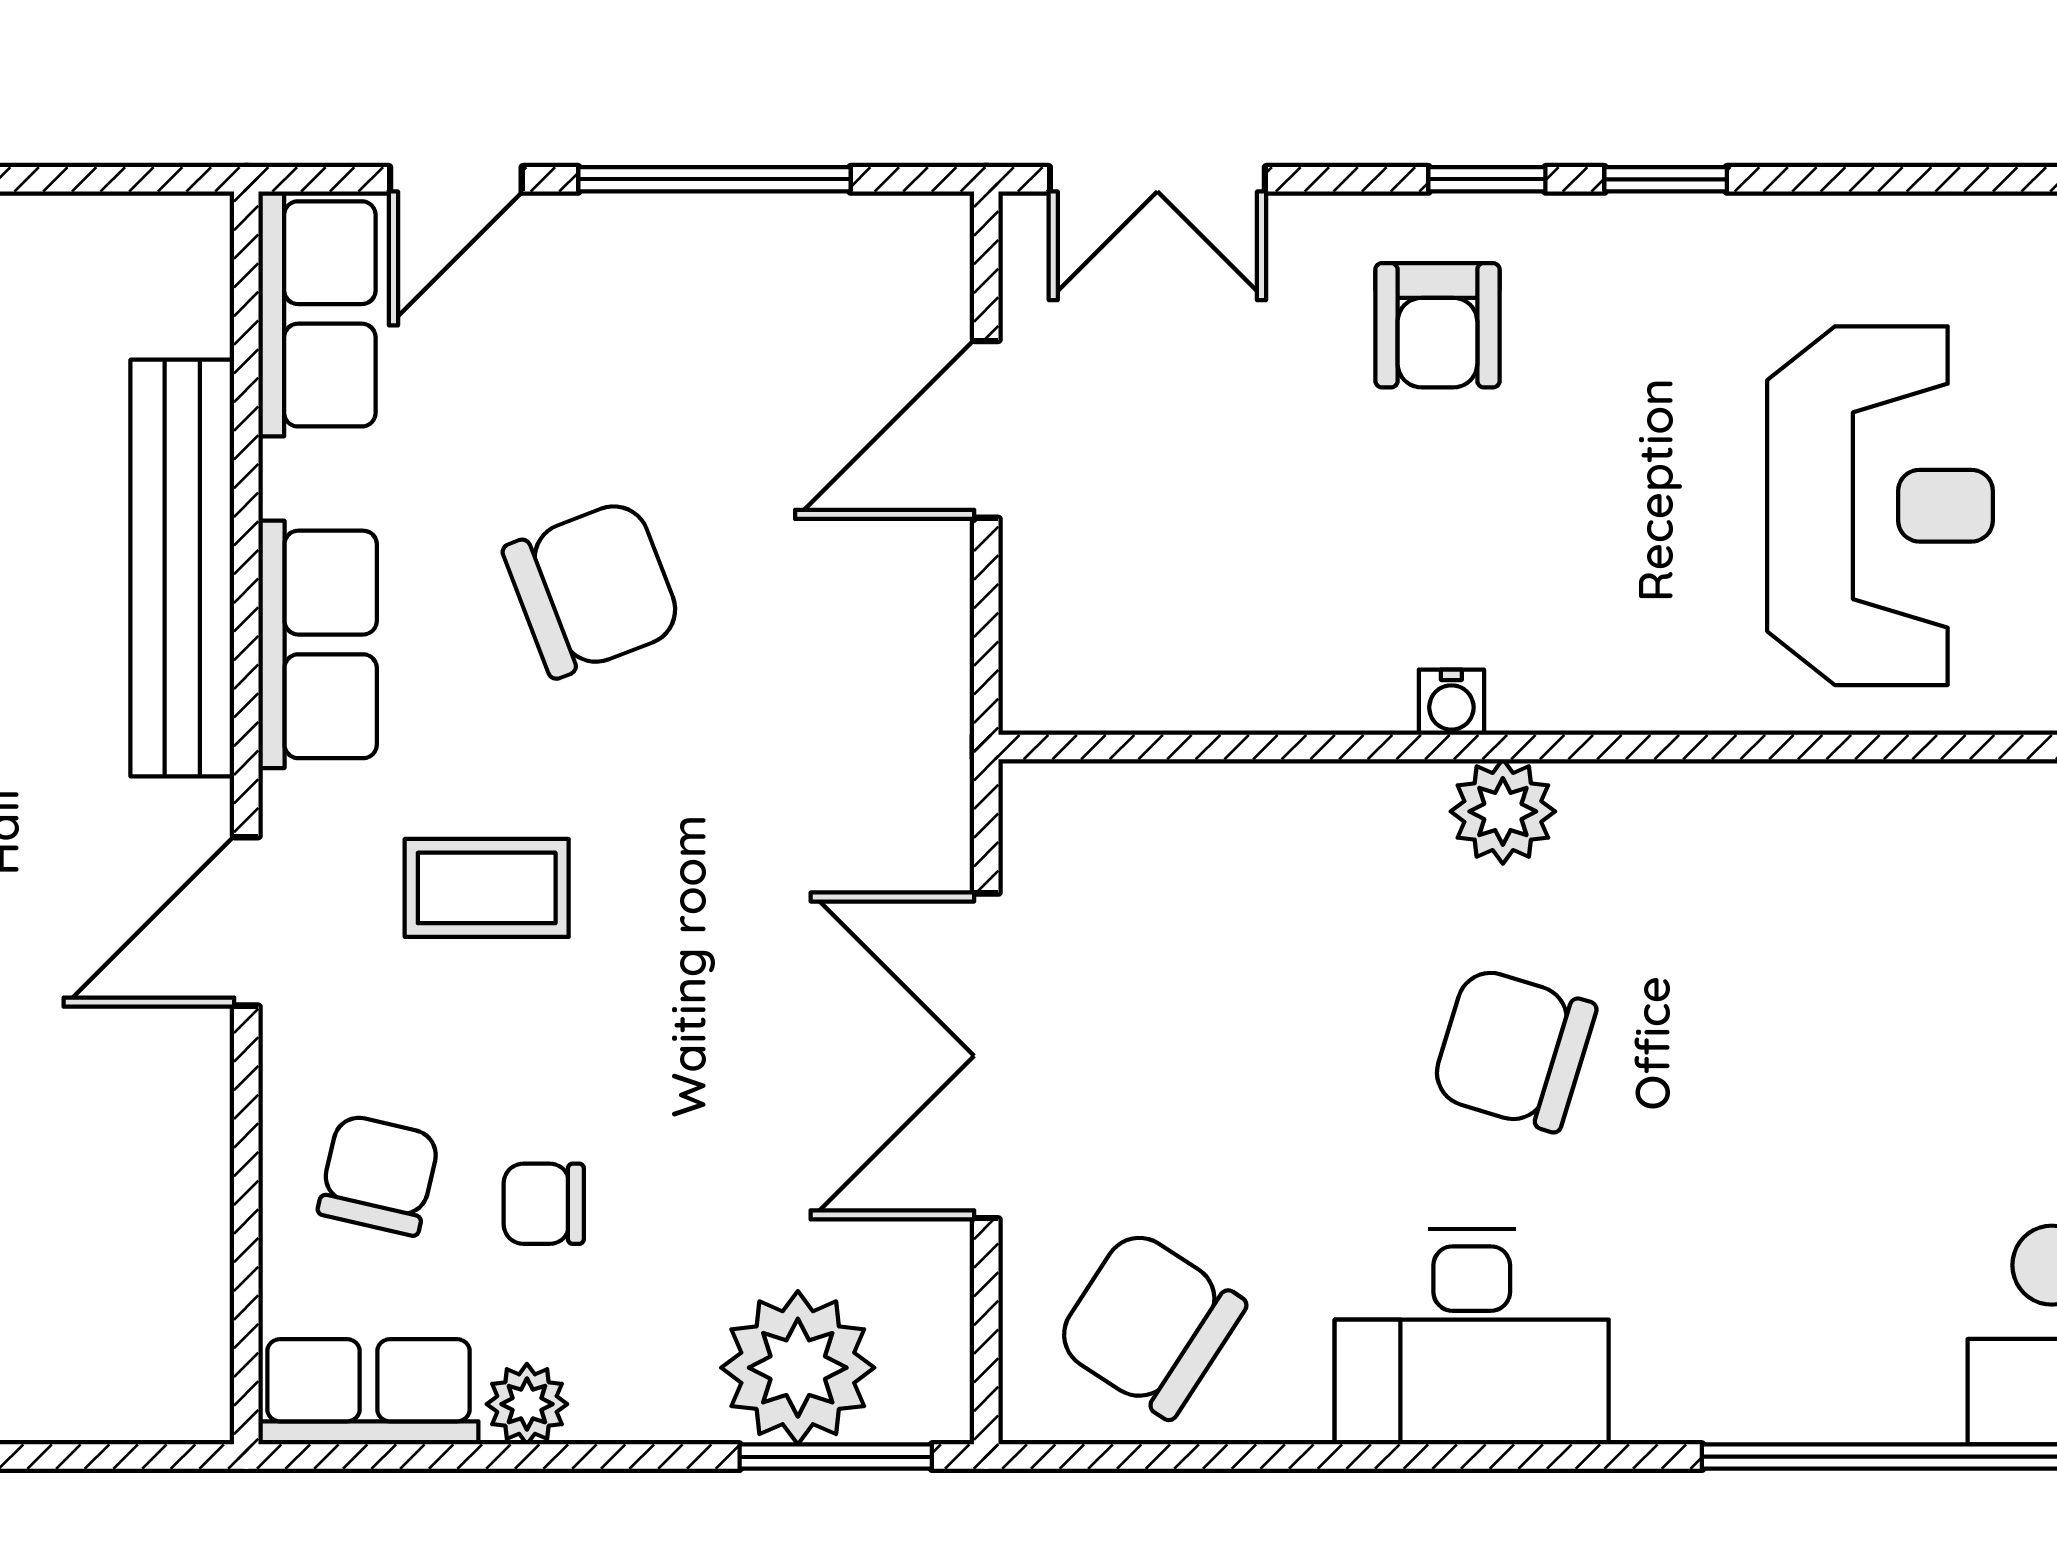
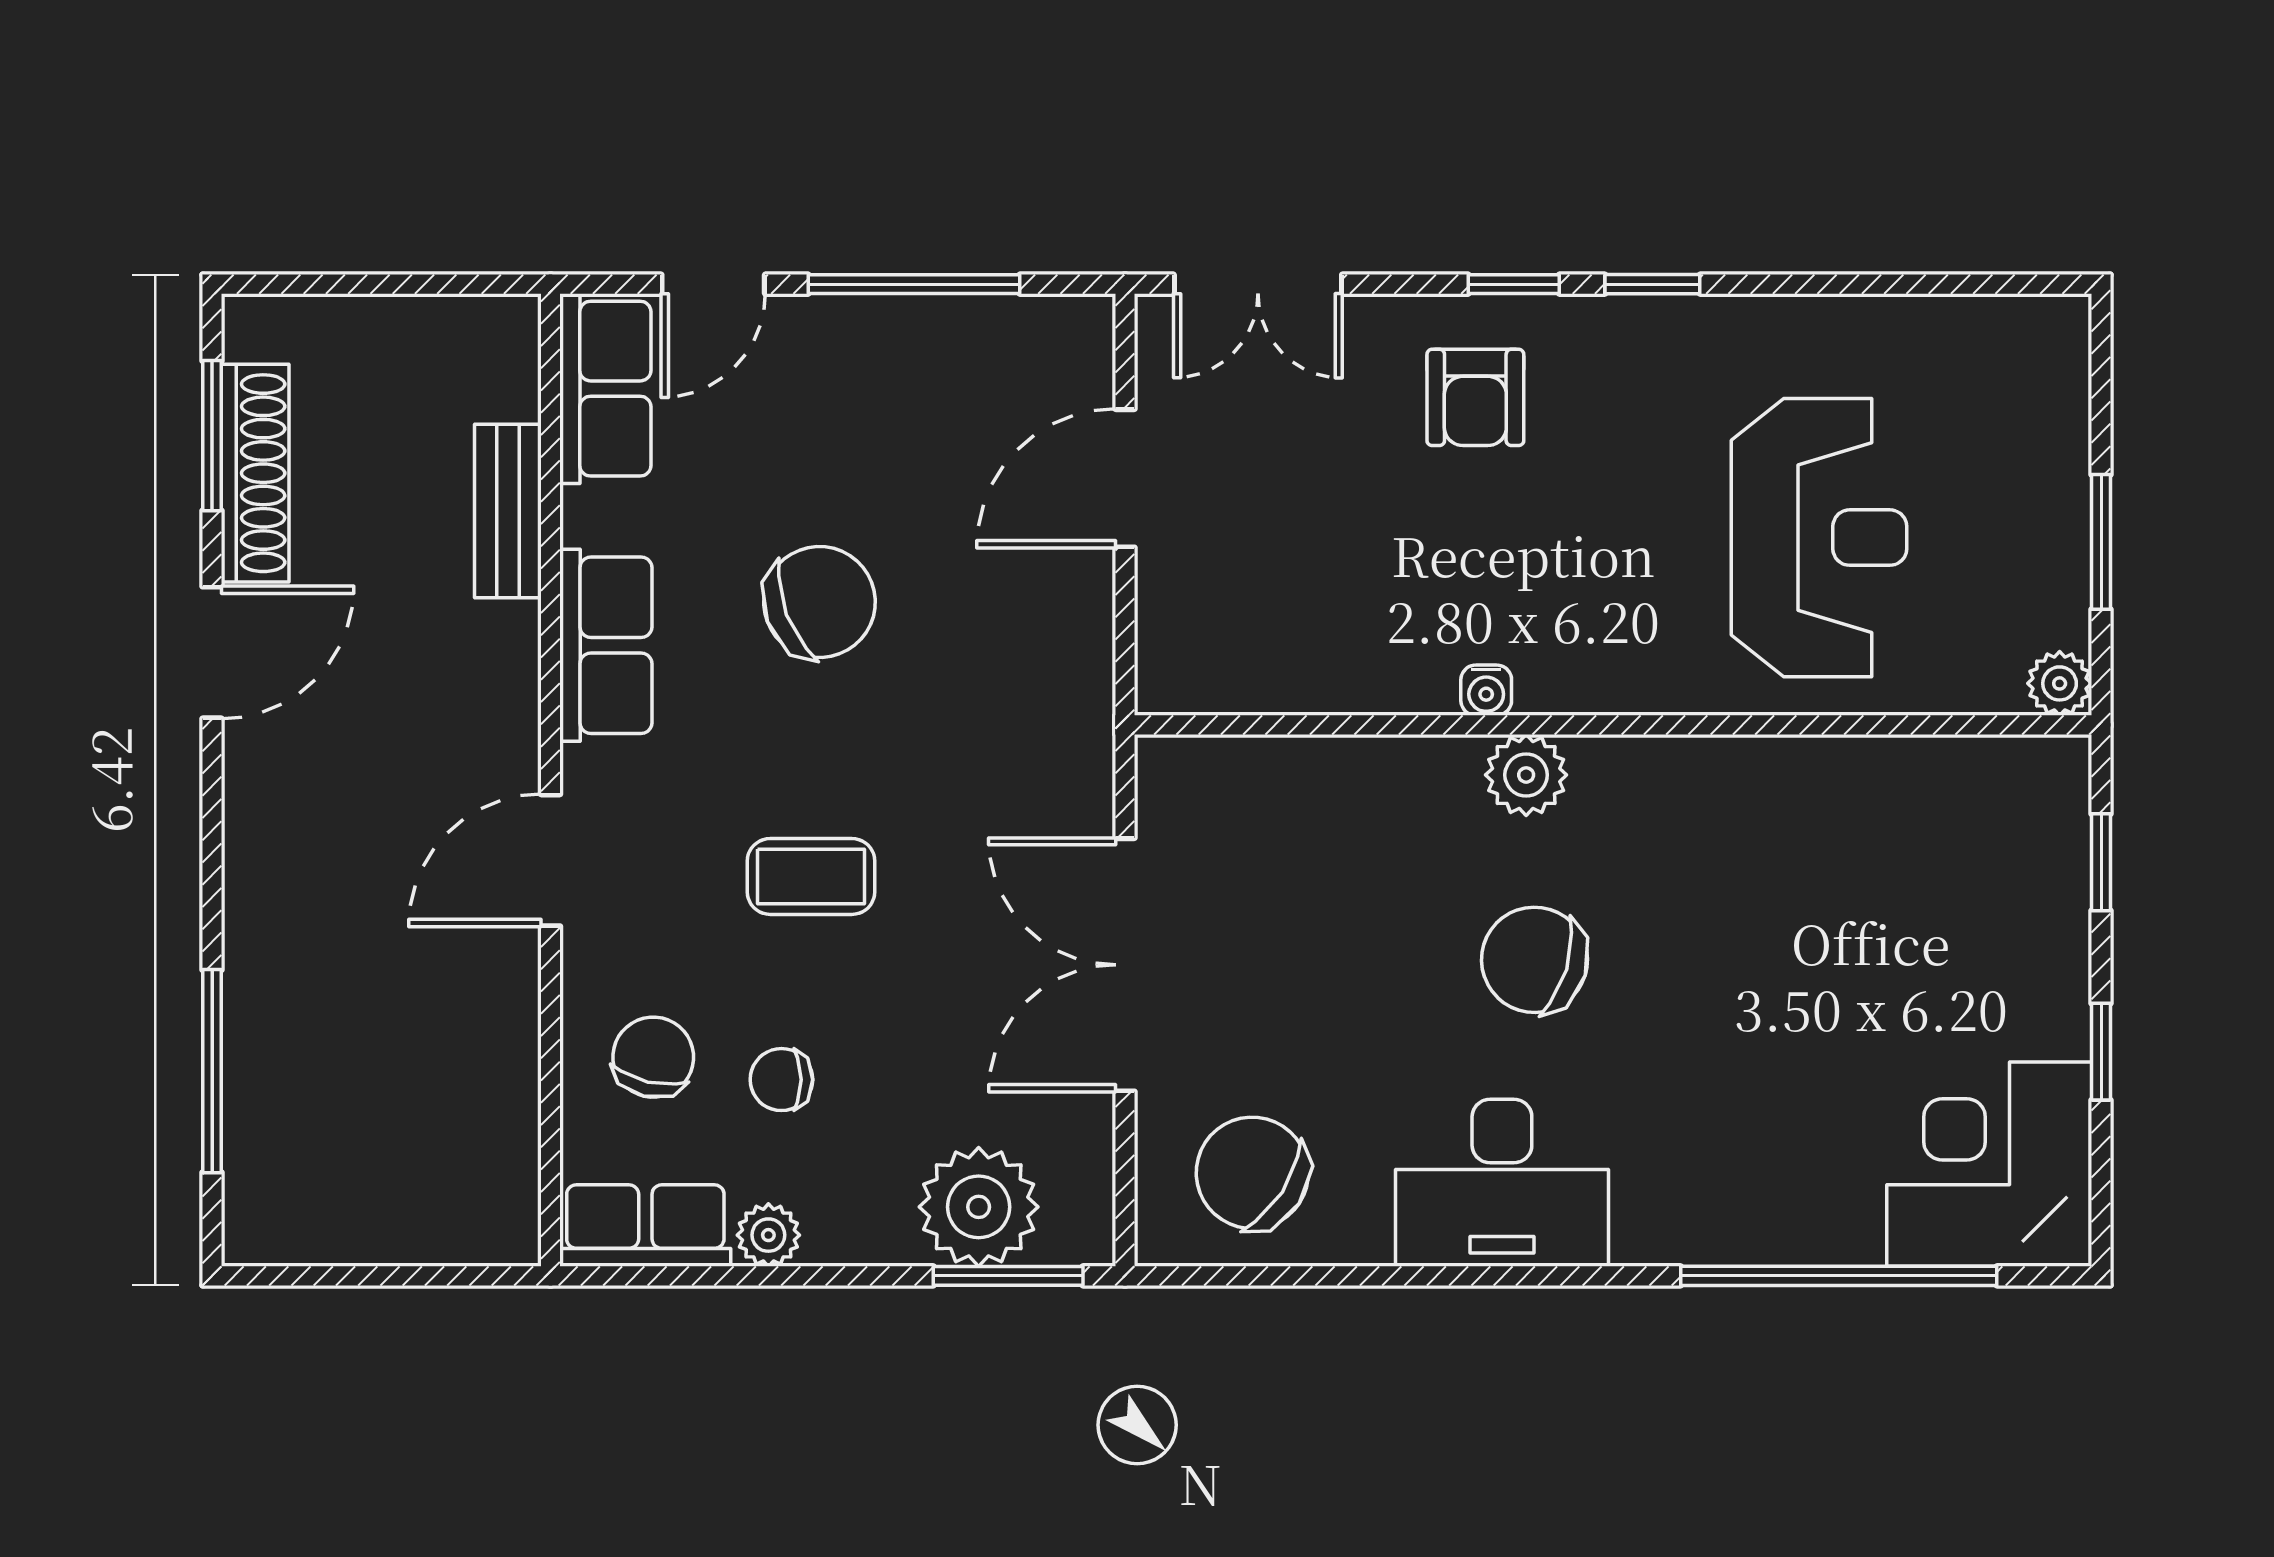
bench: (182, 568) -> (508, 511), width x0.54, depth x0.82
coffee table: (487, 888) -> (811, 876), moved

